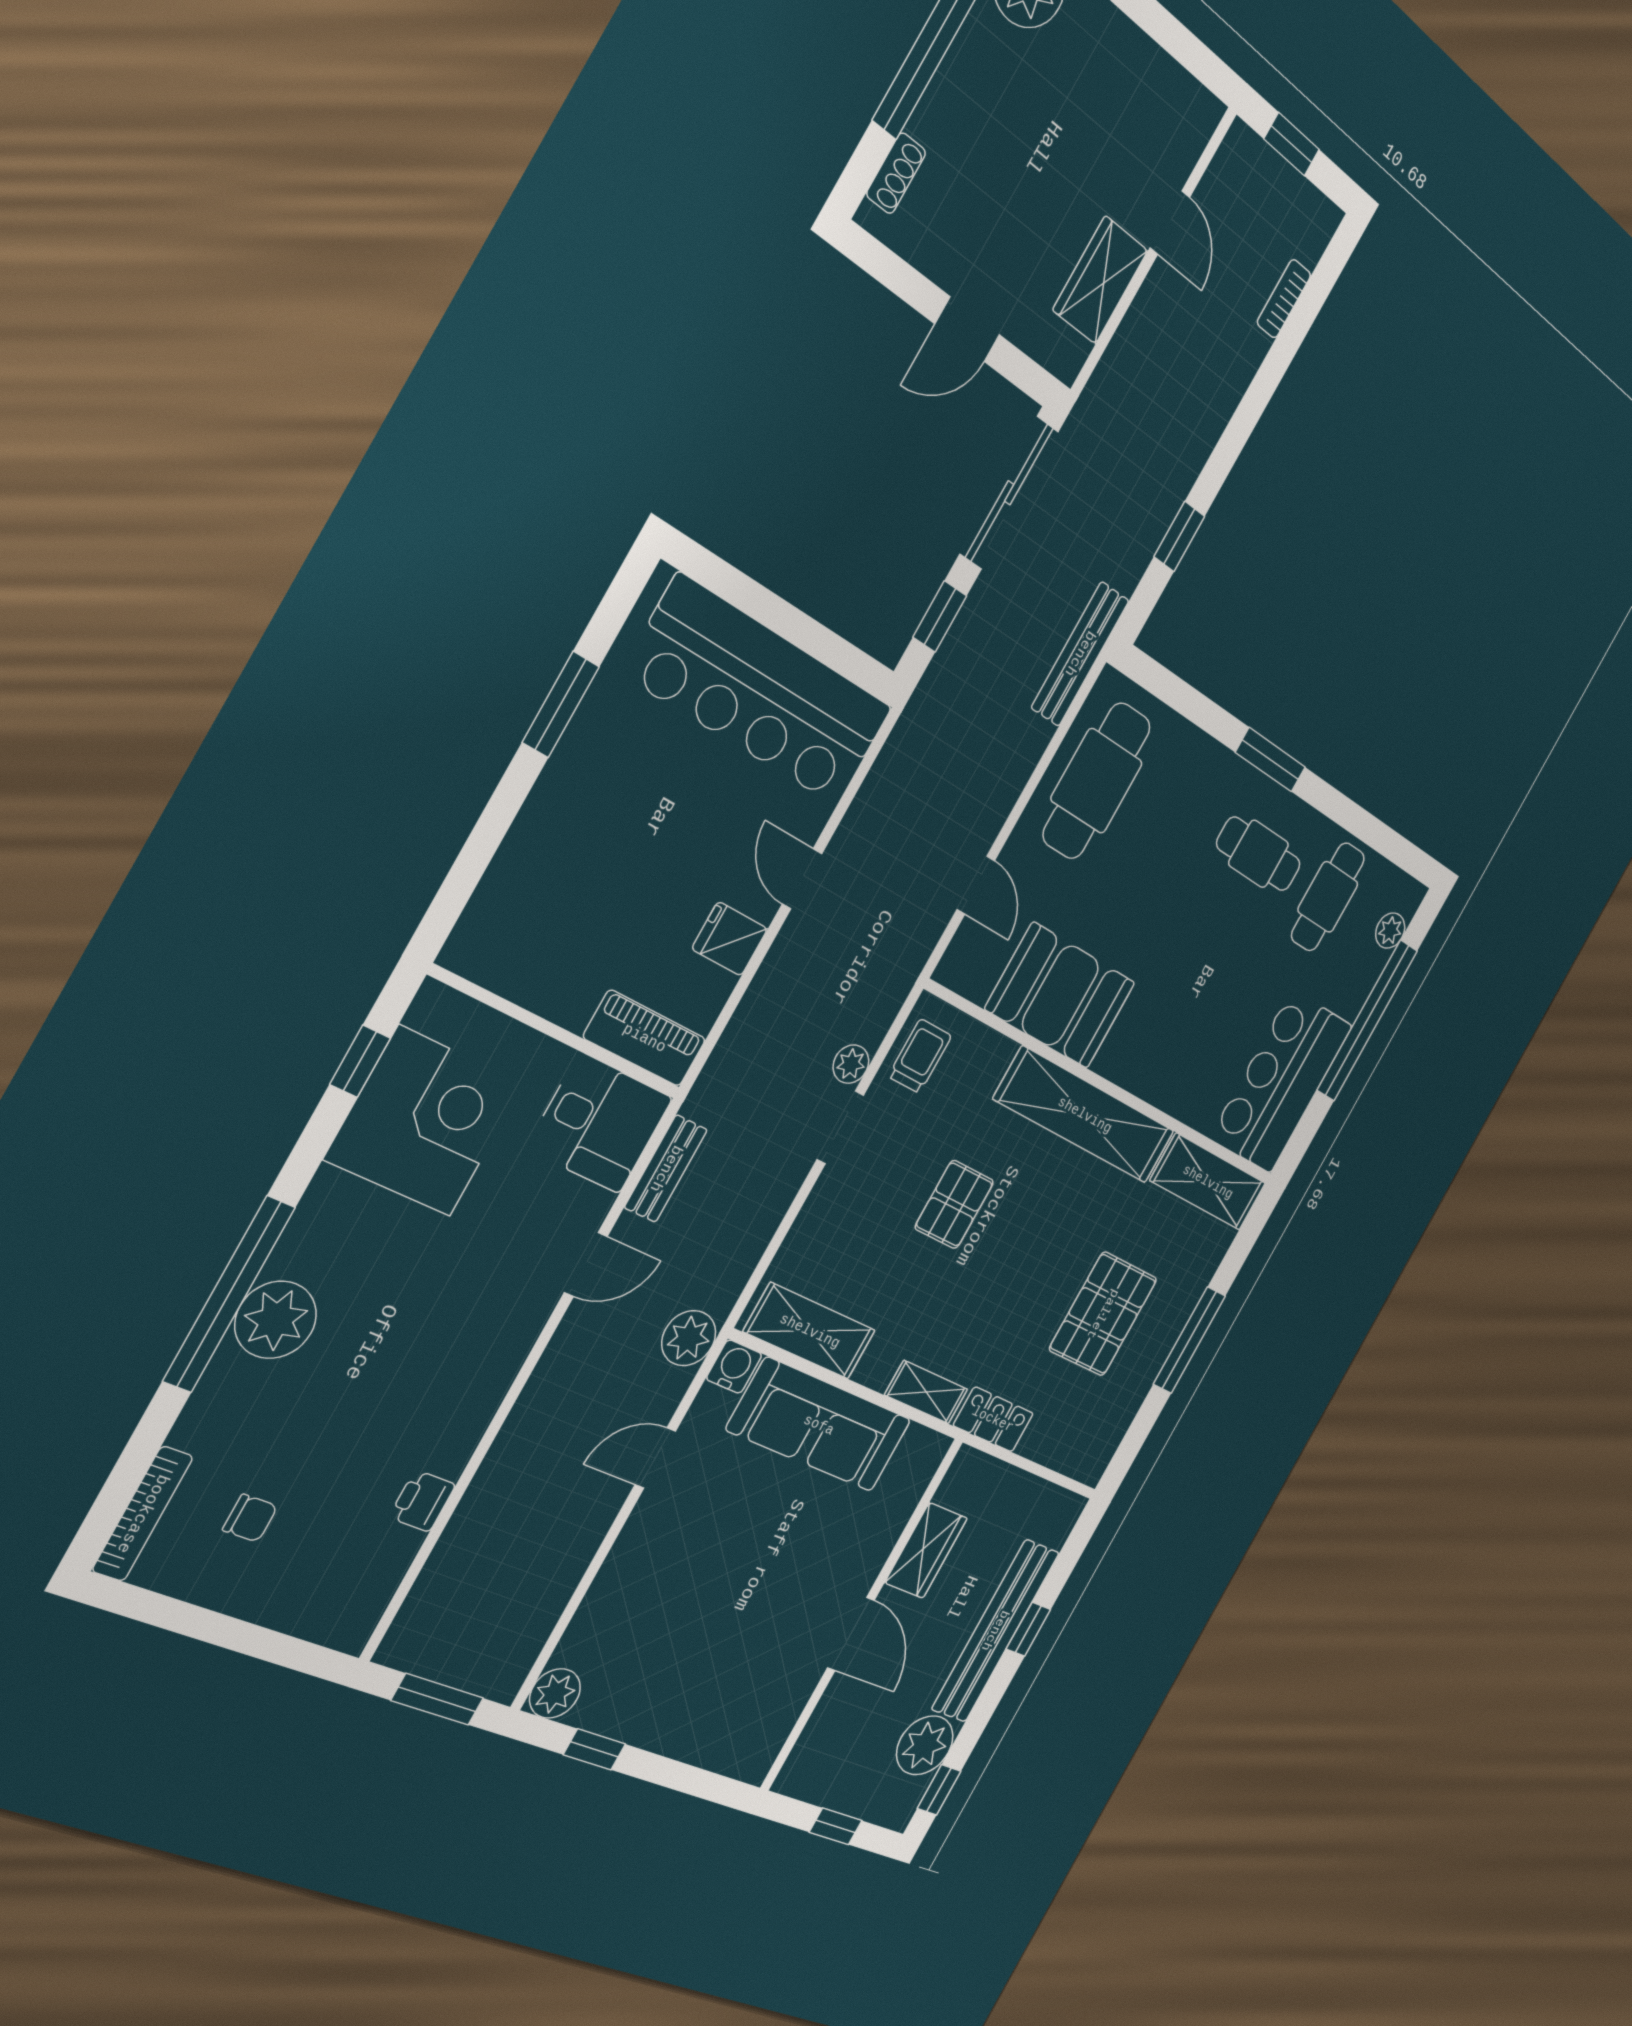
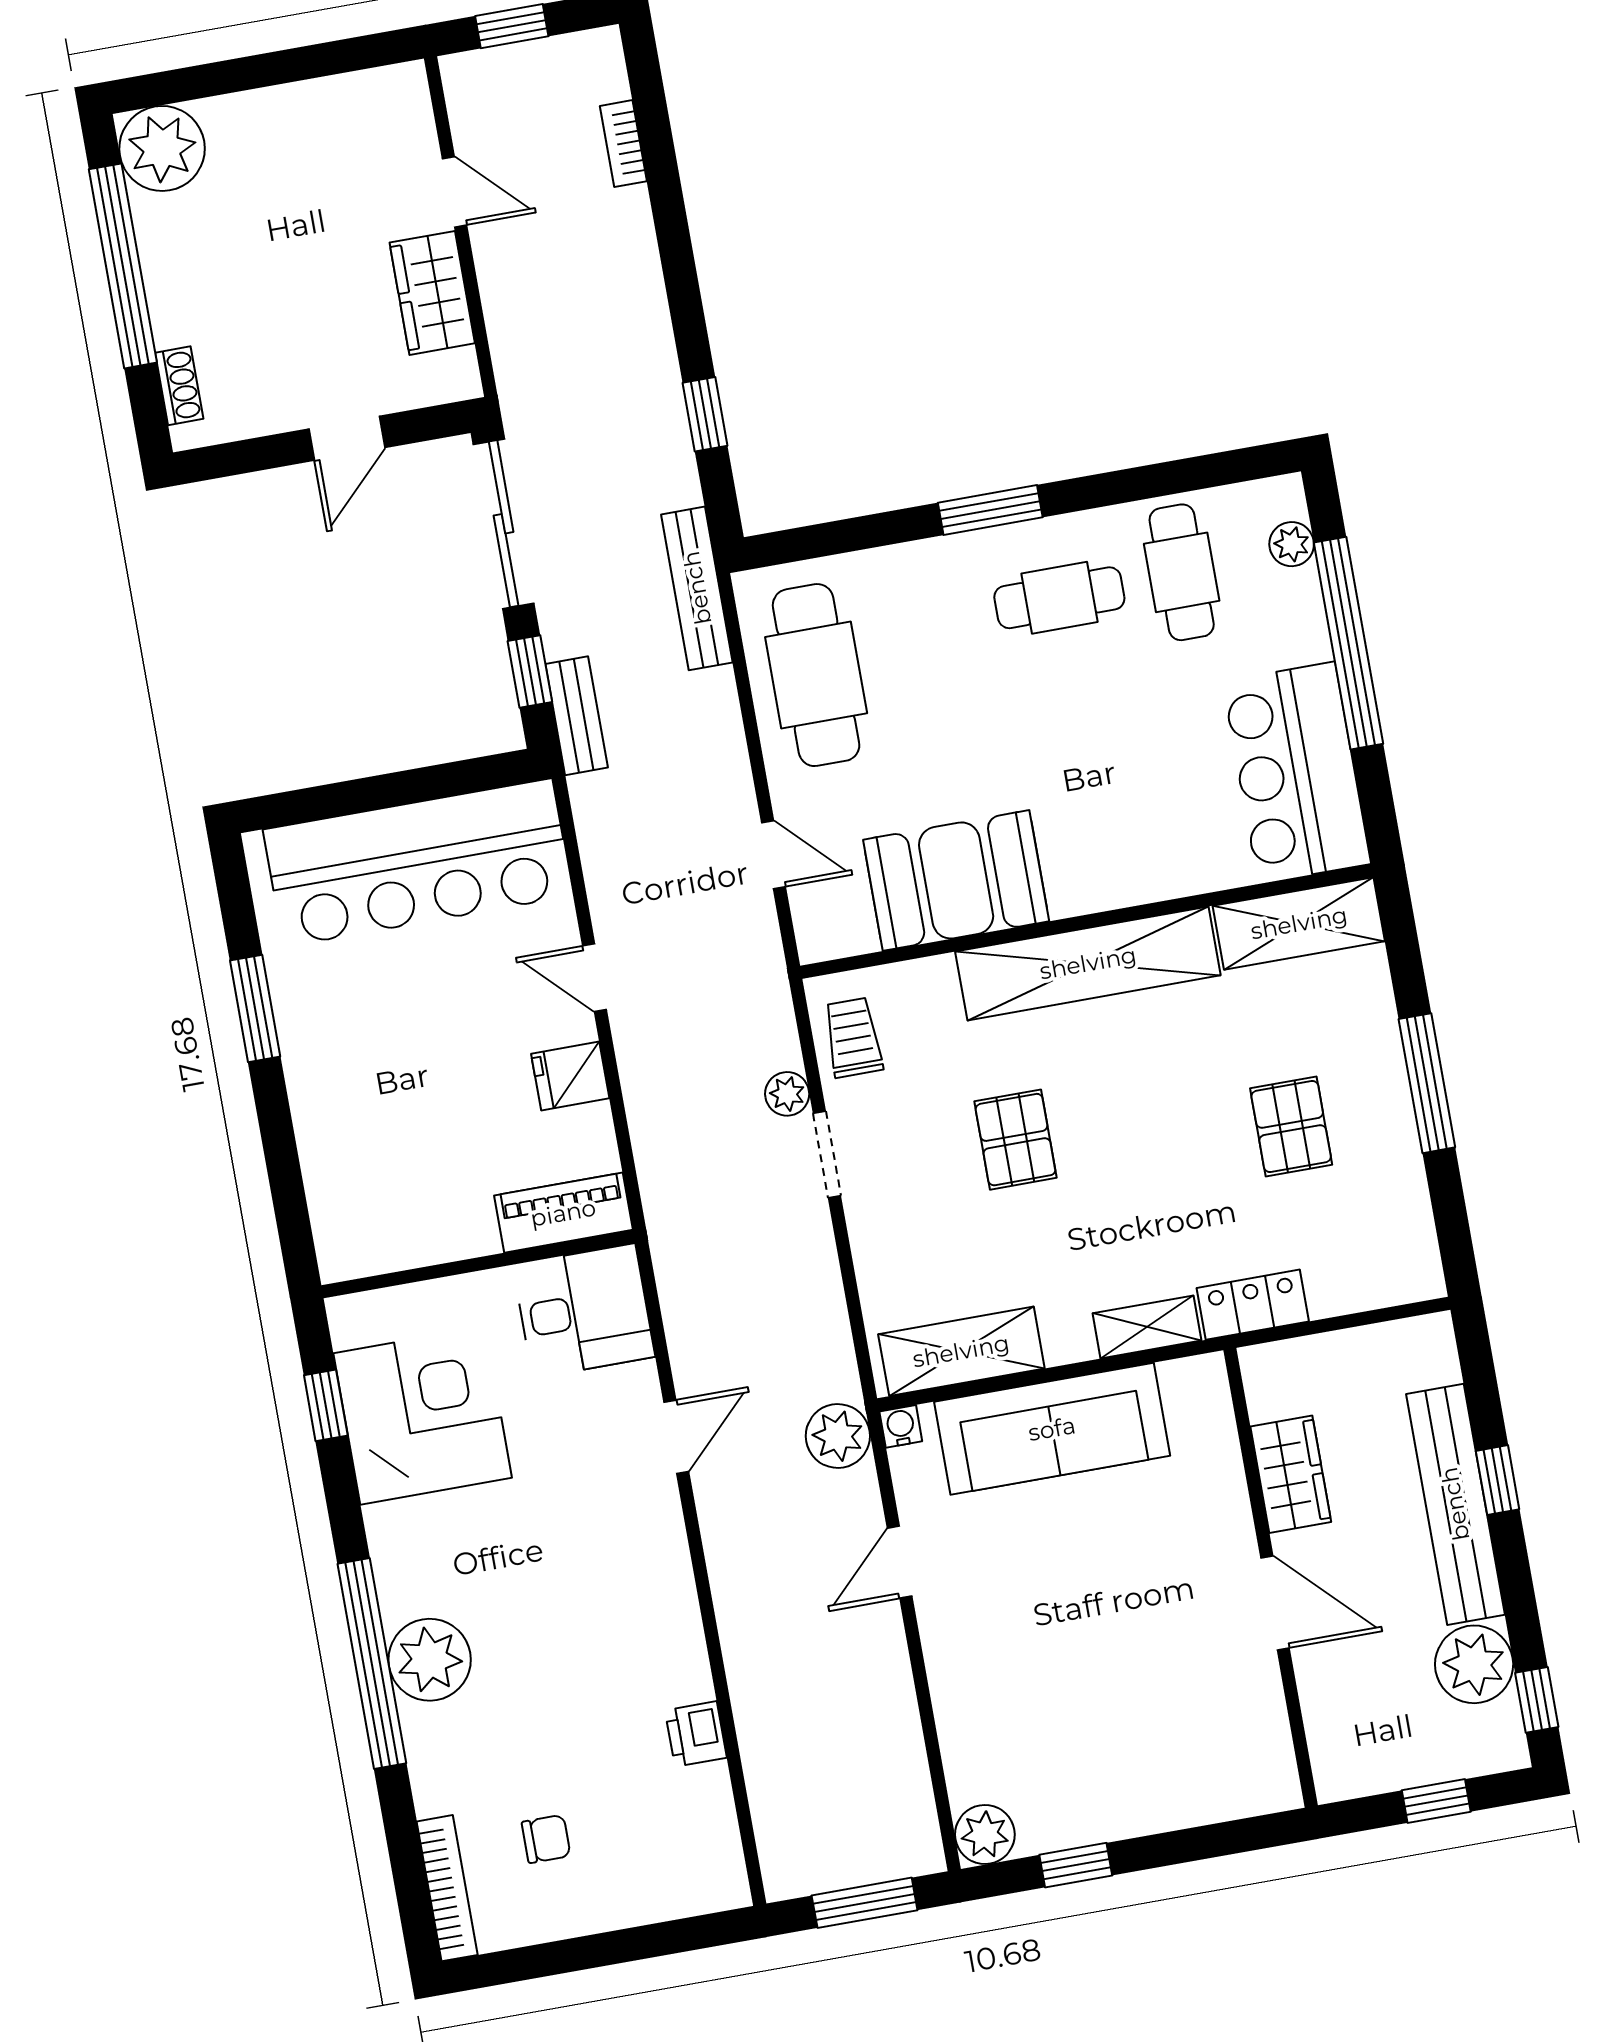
bench: (666, 1169) -> (577, 716), moved
pallet: (1103, 1314) -> (1291, 1127), width x0.67, depth x0.71
water cooler: (734, 1367) -> (901, 1426), width x0.72, depth x0.72

